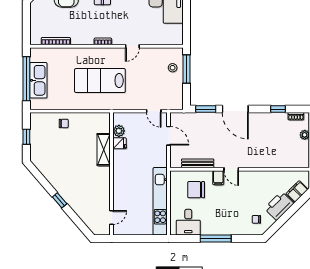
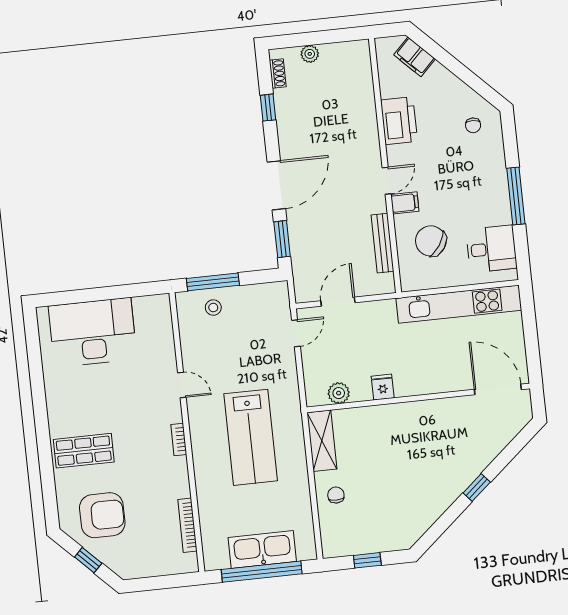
fridge: (120, 143) -> (383, 387), moved
shelving: (104, 150) -> (322, 441), moved, turned 90
chair: (196, 190) -> (431, 241), turned 124
printer: (279, 206) -> (399, 121), moved, turned -135
door: (112, 217) -> (498, 389), width x1.87

